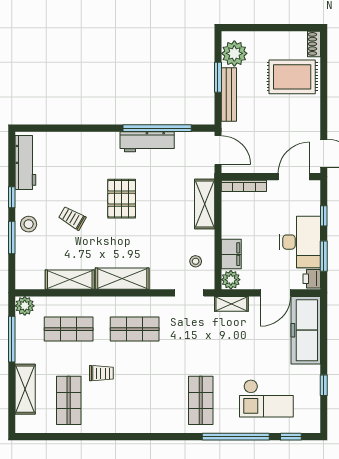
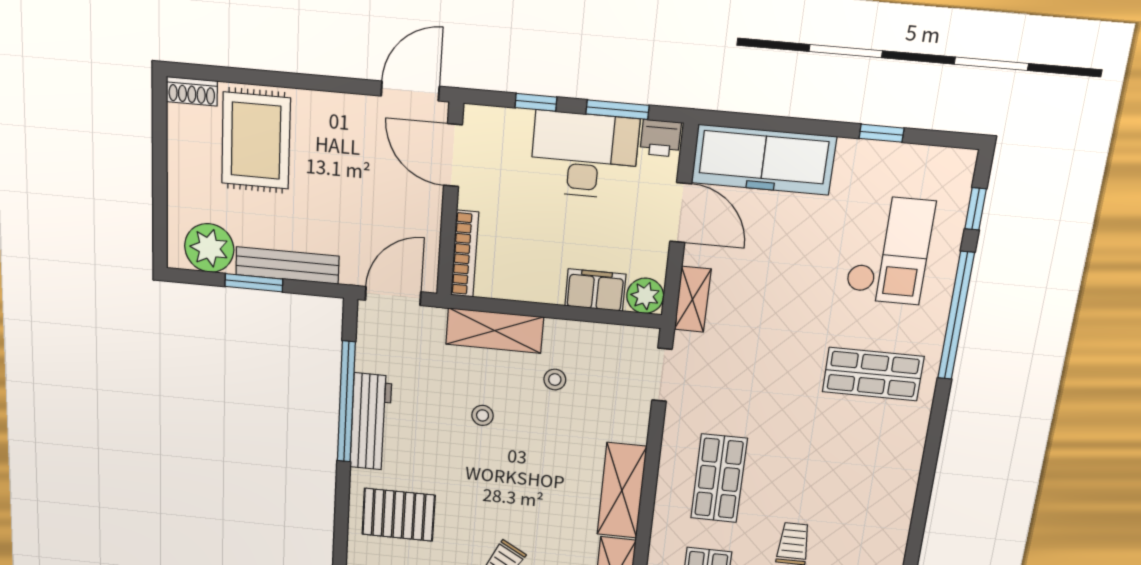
pallet: (122, 199) -> (398, 515), moved
stool: (157, 201) -> (483, 415), added
stool: (196, 261) -> (555, 380), moved

